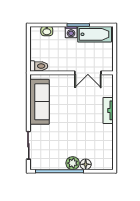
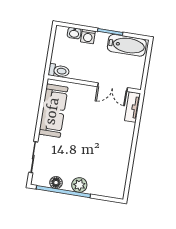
washing machine: (71, 32) -> (88, 37), moved
tv unit: (108, 110) -> (133, 107), moved
floor lamp: (86, 164) -> (56, 183), moved

